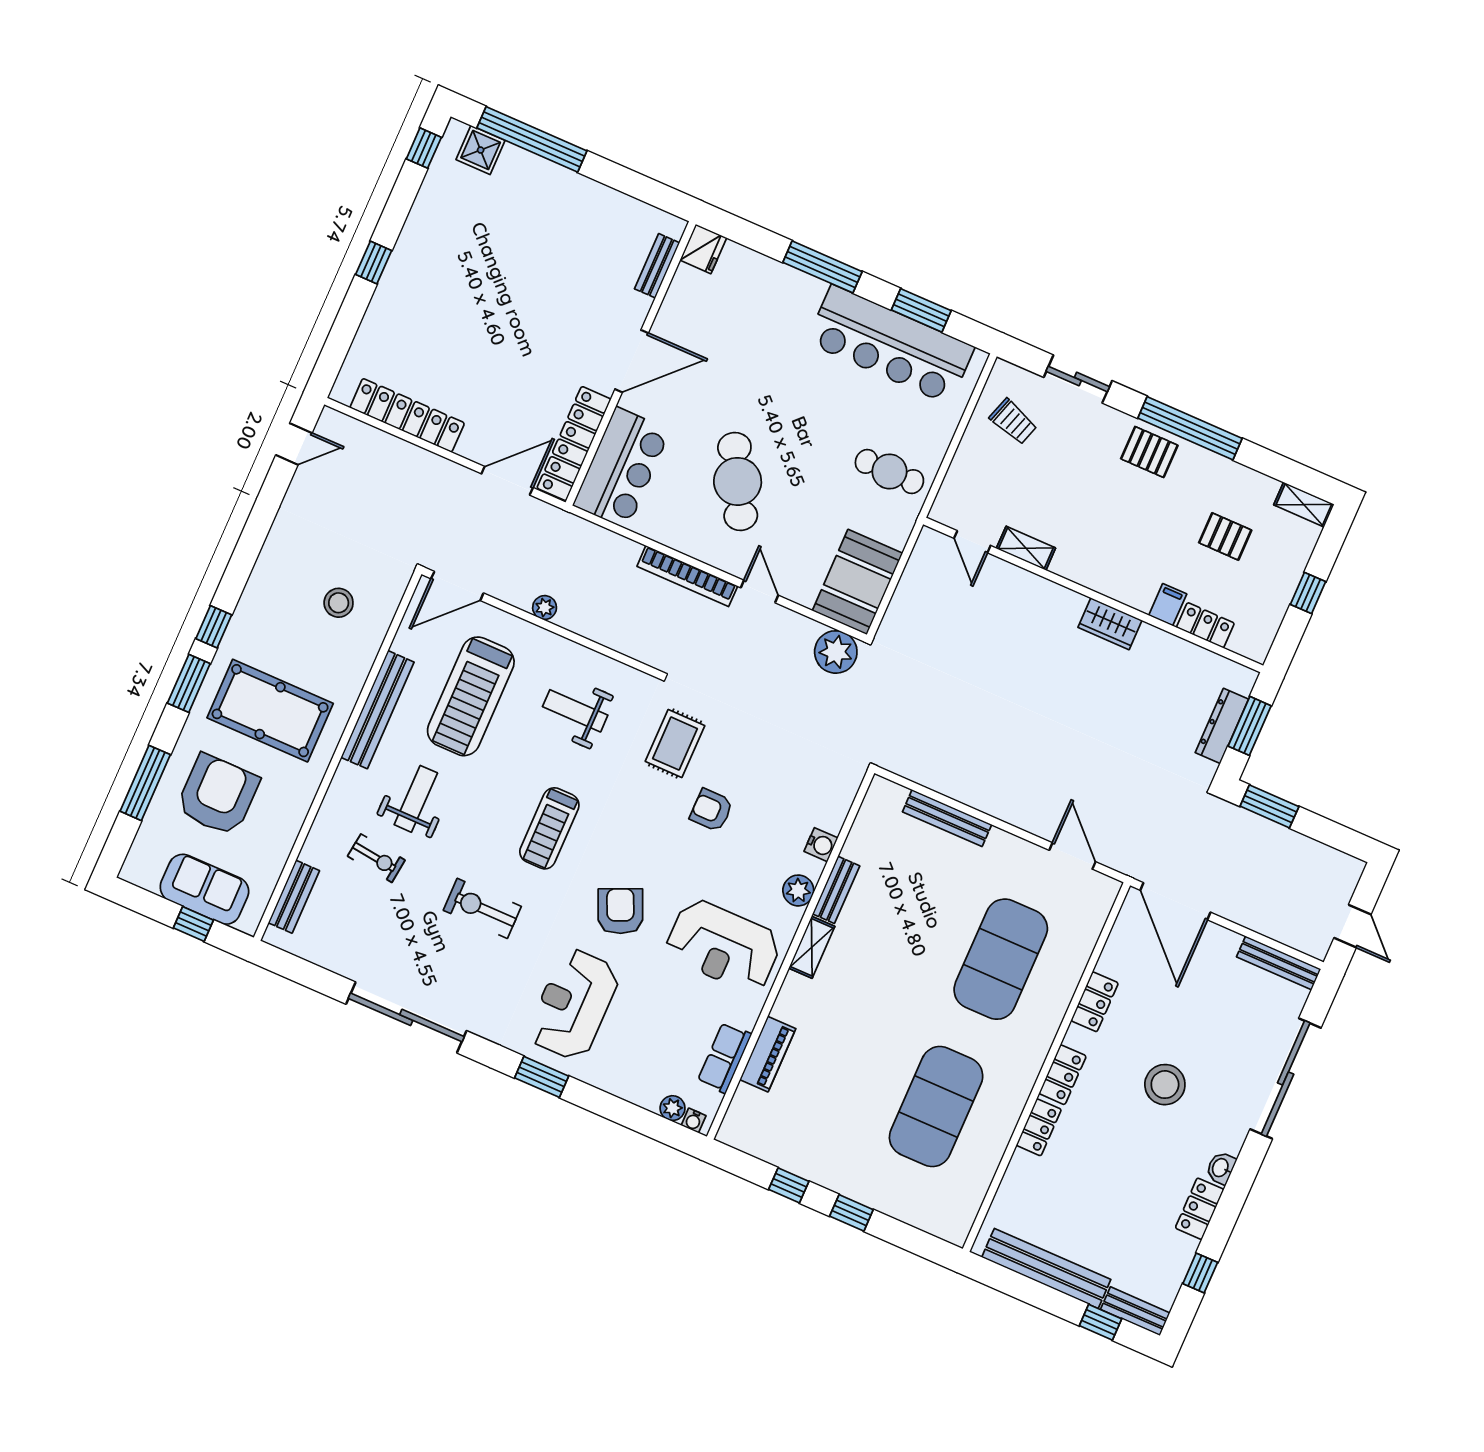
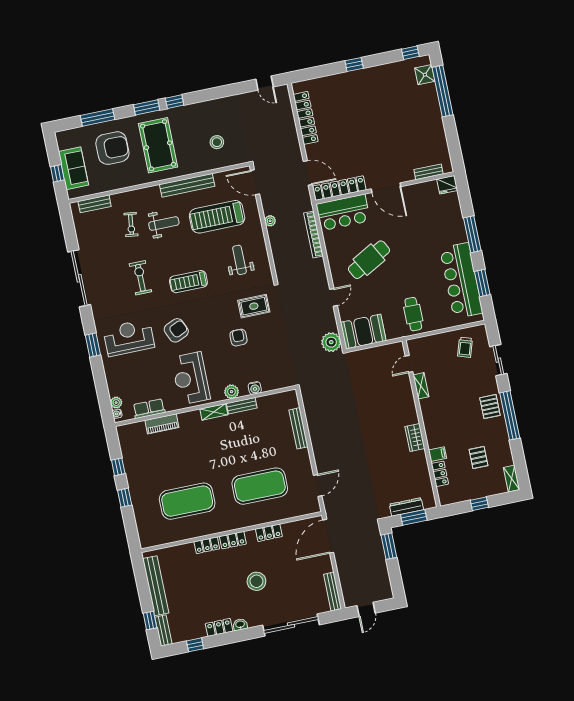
bookcase: (687, 576) -> (313, 235), moved

